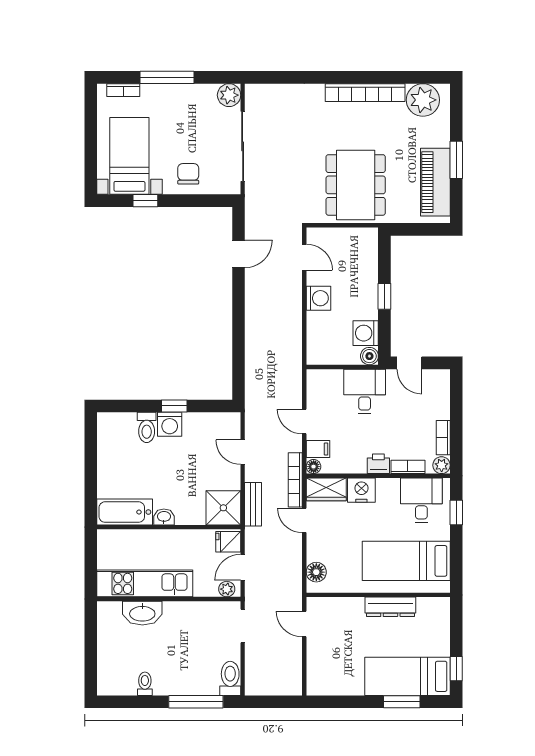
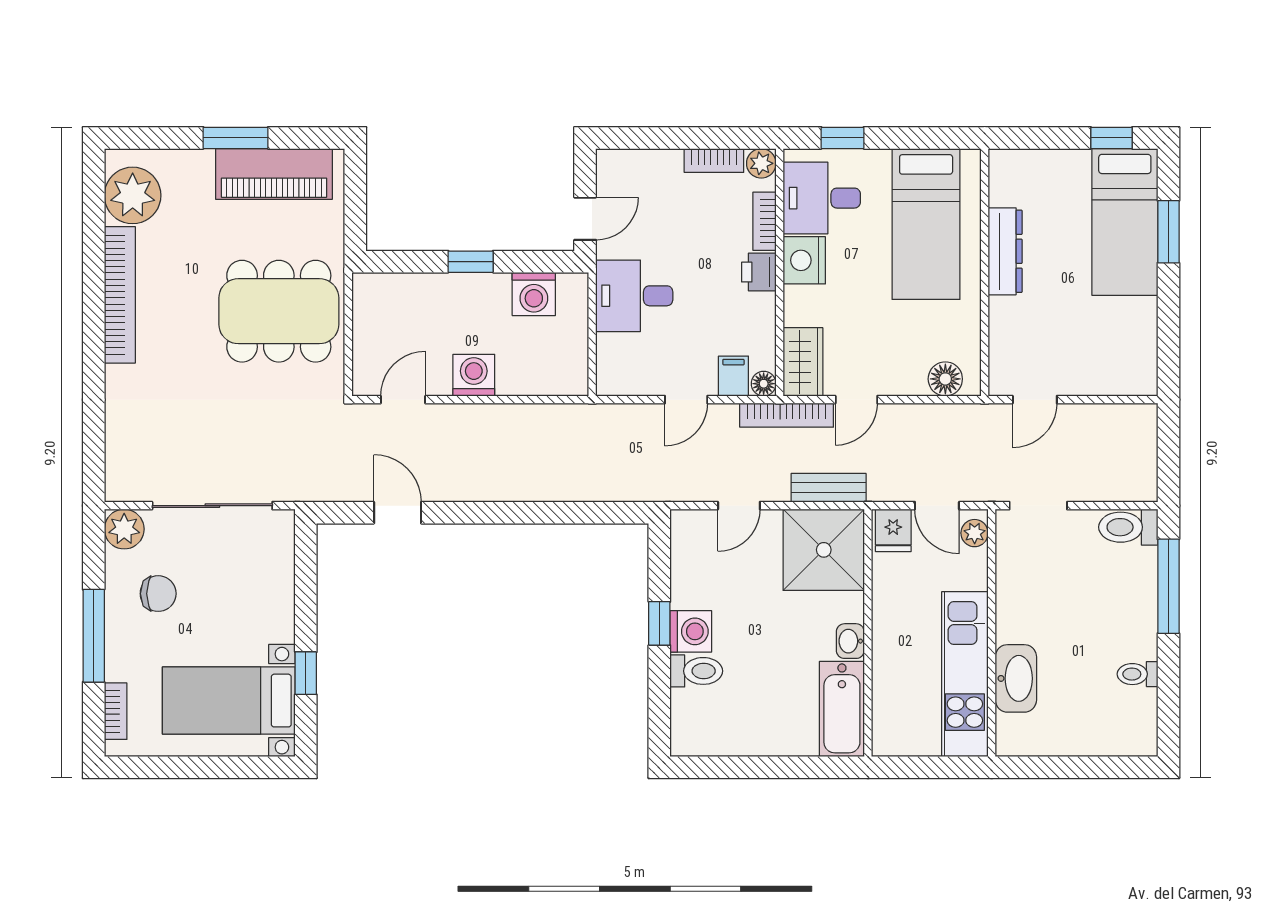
chair: (188, 174) -> (158, 594), moved, turned 180
boiler: (369, 356) -> (573, 287), removed
nightstand: (361, 490) -> (804, 260), moved
shower: (223, 508) -> (824, 550), width x1.37, depth x1.37

